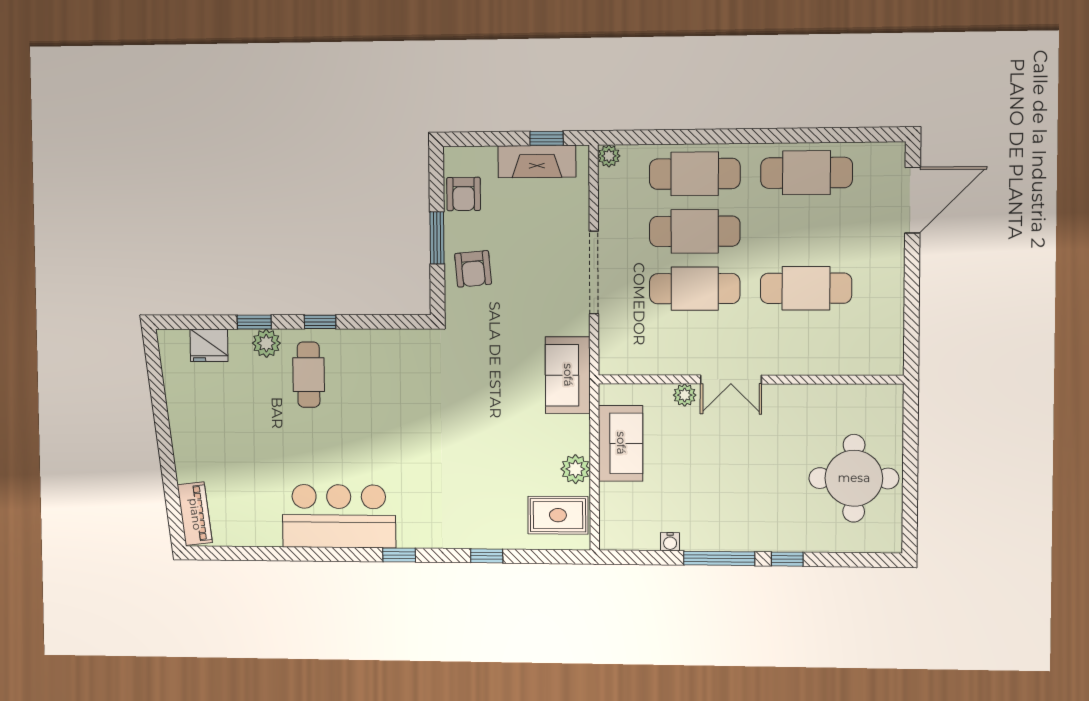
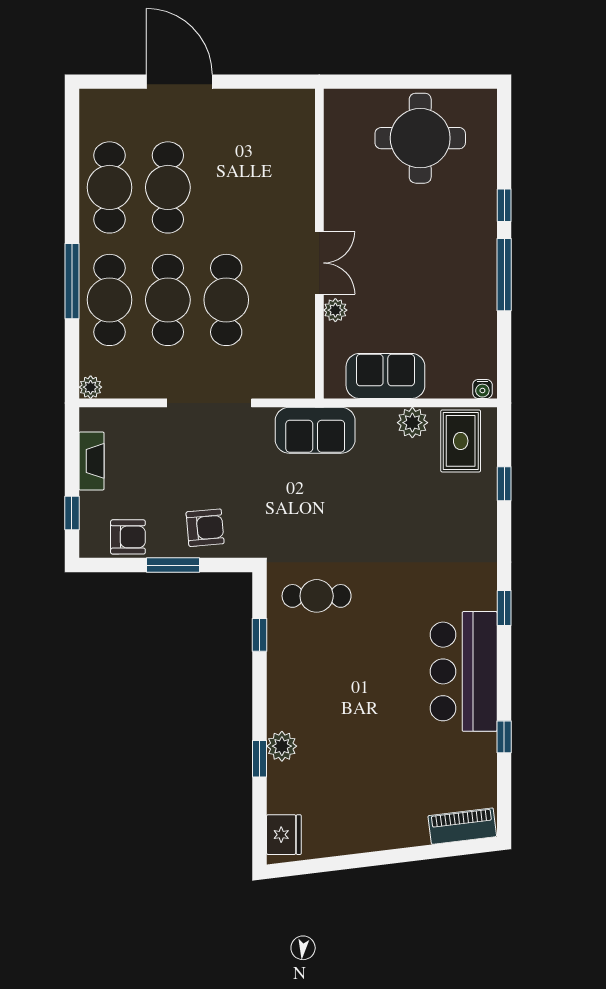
window: (713, 136) -> (72, 281), added
window: (547, 138) -> (72, 513), moved
fireplace: (537, 161) -> (91, 461), width x0.73, depth x0.76
door: (913, 200) -> (179, 82), moved
cafe table: (806, 288) -> (168, 187), moved
window: (320, 322) -> (260, 635), moved
fridge: (209, 345) -> (284, 835), moved
cafe table: (309, 375) -> (317, 596), moved
water cooler: (670, 542) -> (482, 389), moved, turned 90
window: (278, 554) -> (504, 737), added
window: (487, 556) -> (504, 484), moved

